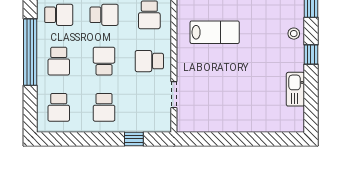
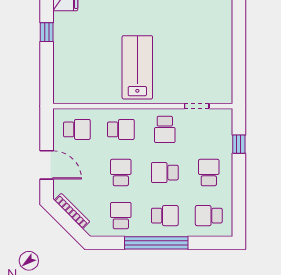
lab bench: (215, 32) -> (137, 67), width x1.36, depth x1.39
school desk: (59, 107) -> (209, 216), turned 180
school desk: (104, 107) -> (209, 173), turned -90

